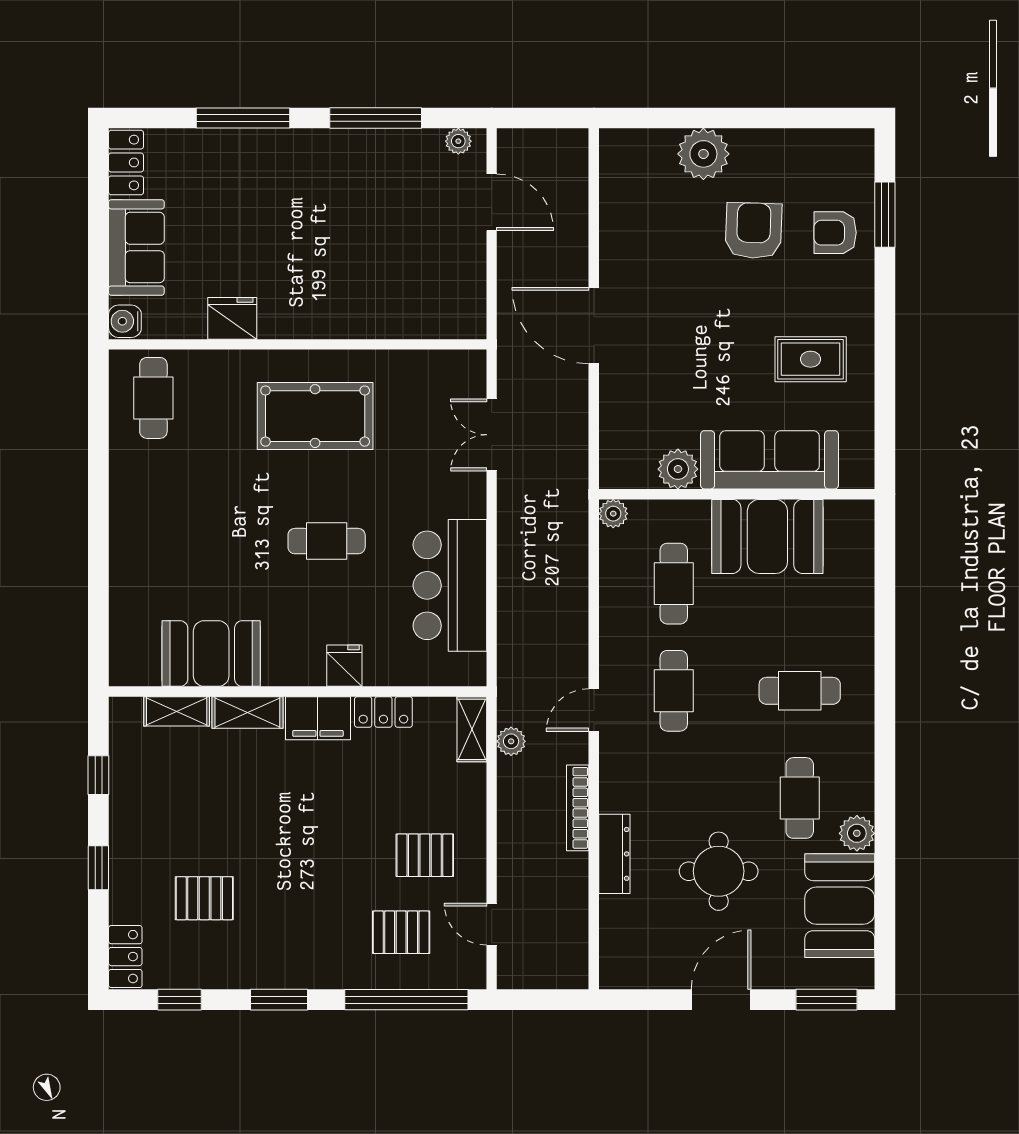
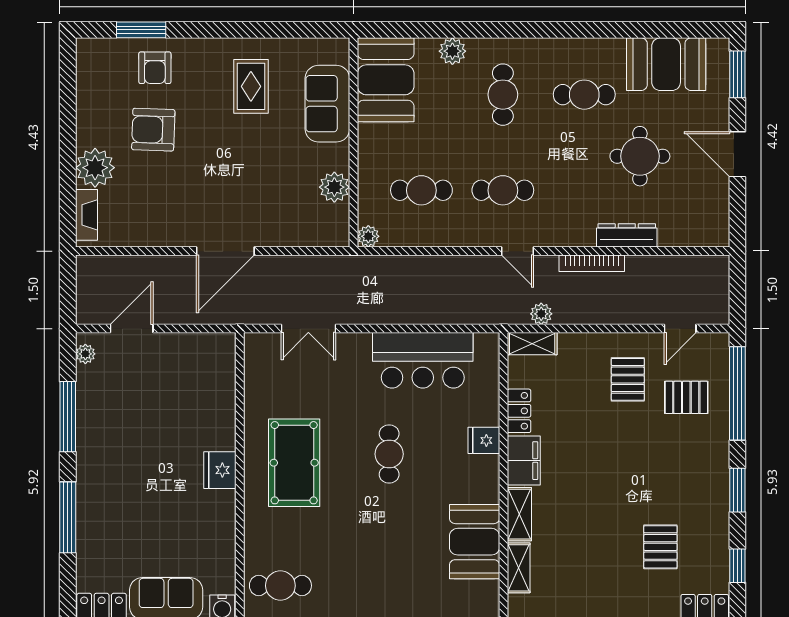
fireplace: (641, 143) -> (86, 215), added
fridge: (232, 318) -> (220, 470), moved
sofa: (770, 460) -> (327, 104), width x0.73
booth: (767, 536) -> (386, 80), moved
plant: (857, 833) -> (452, 51), moved
pallet: (401, 932) -> (686, 397), turned 90

